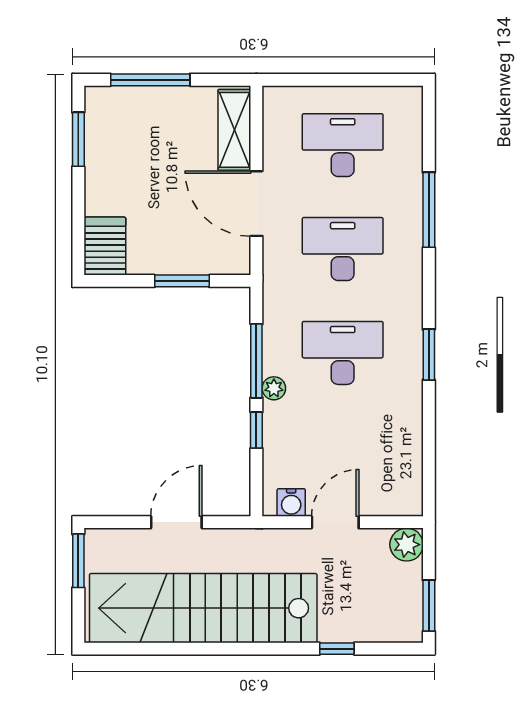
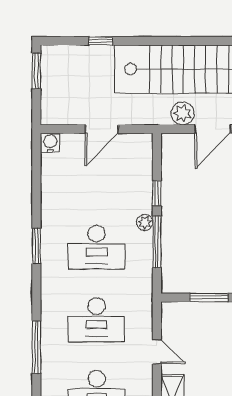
door: (256, 204) -> (157, 352), width x0.53
water cooler: (291, 503) -> (50, 143), moved
plant: (407, 545) -> (183, 113), moved

